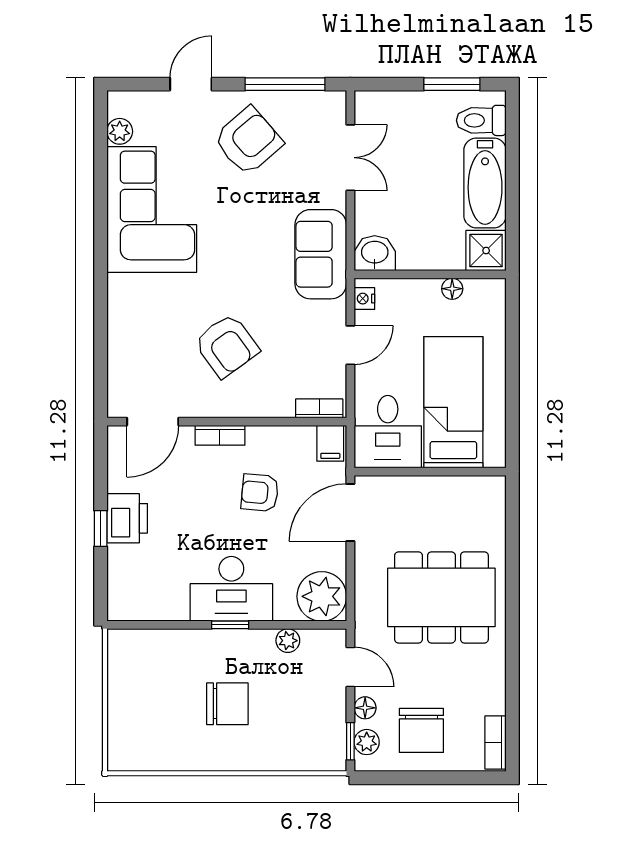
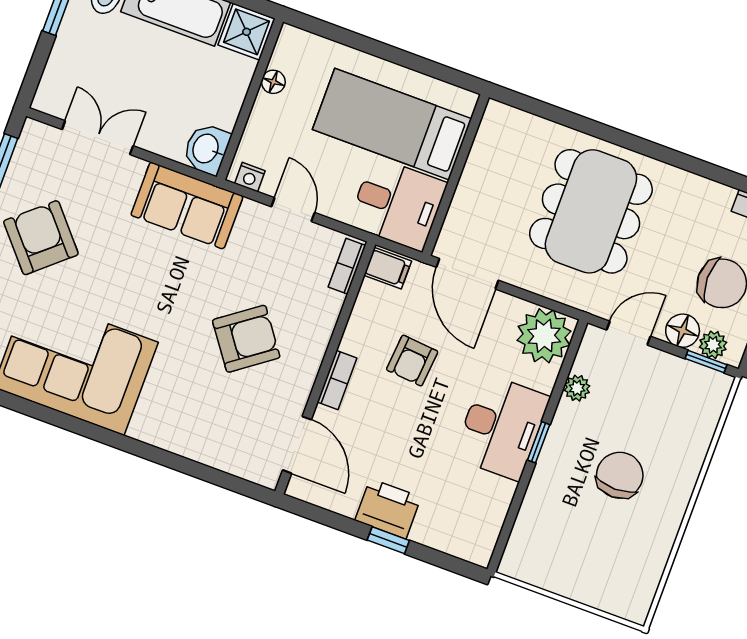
floor lamp: (365, 708) -> (683, 331), width x1.37, depth x1.37

